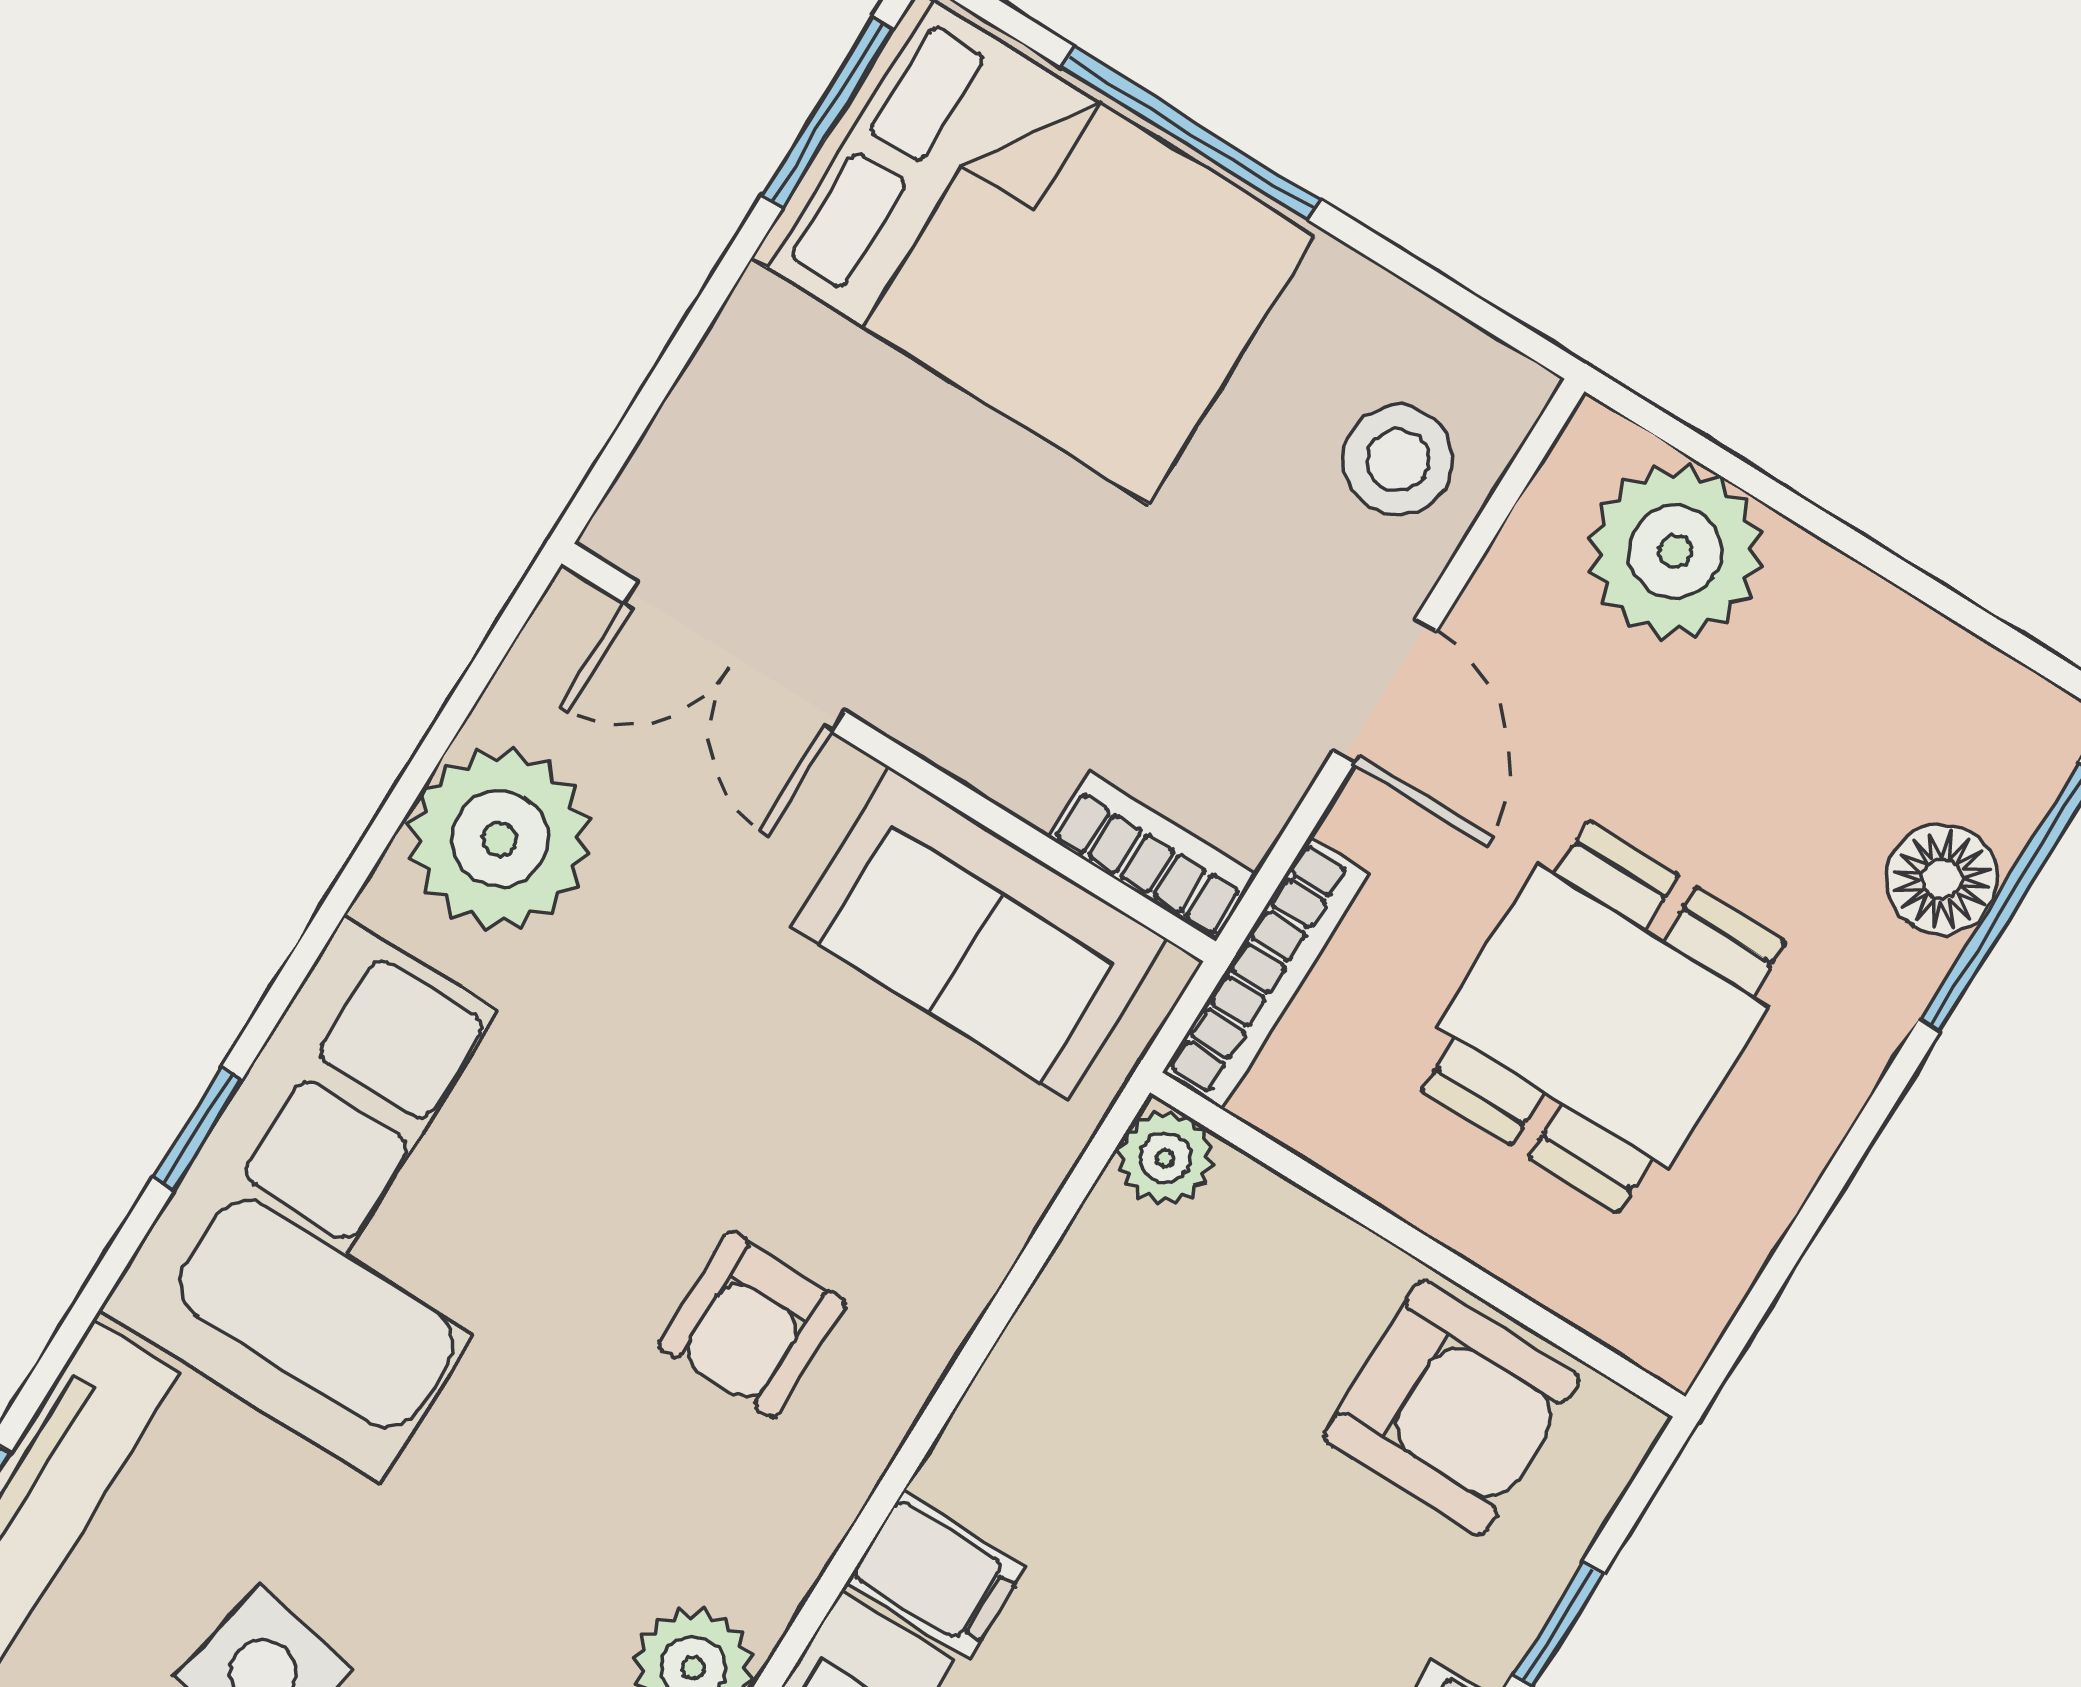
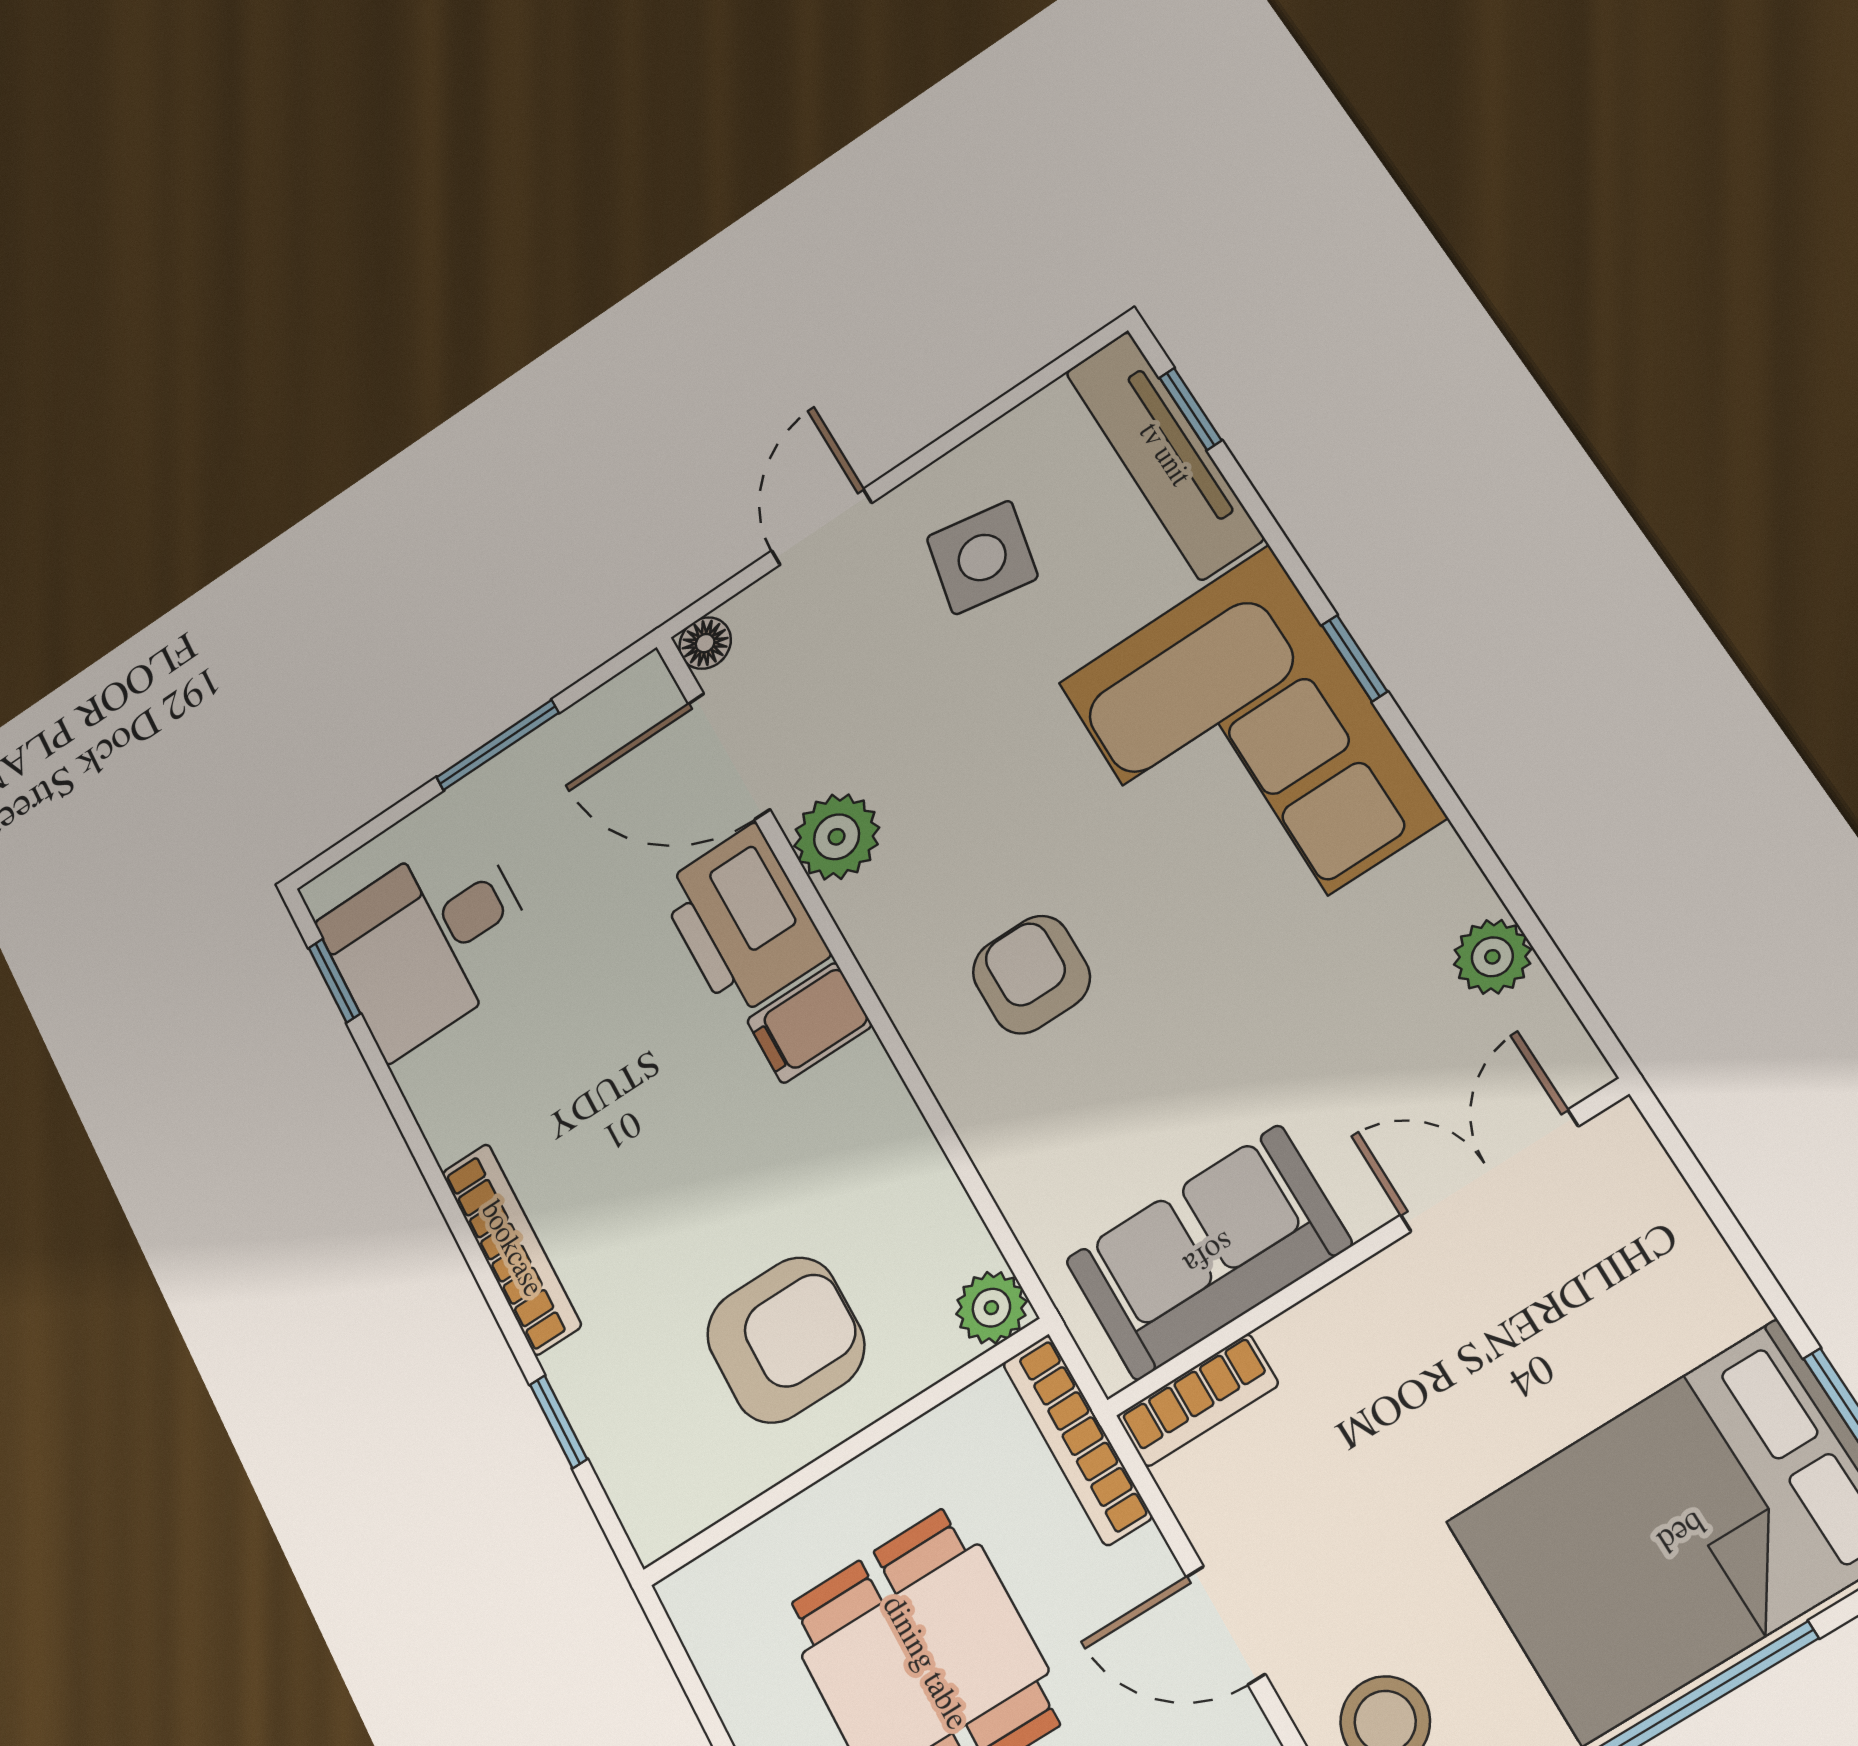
plant: (500, 839) -> (1492, 957), width x0.53, depth x0.53
armchair: (1451, 1408) -> (785, 1340), moved, turned 180

